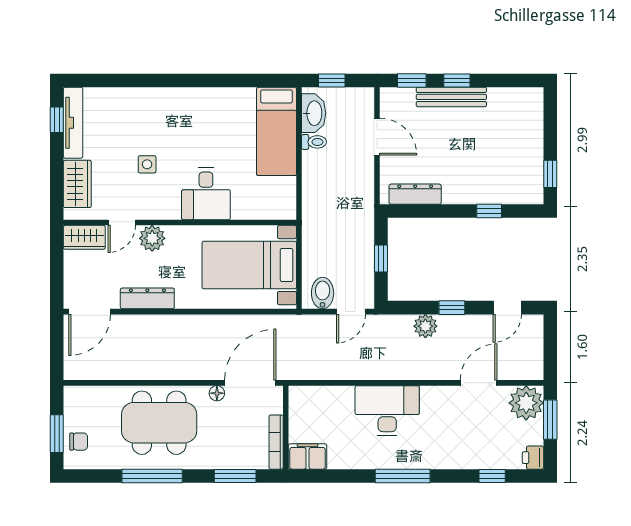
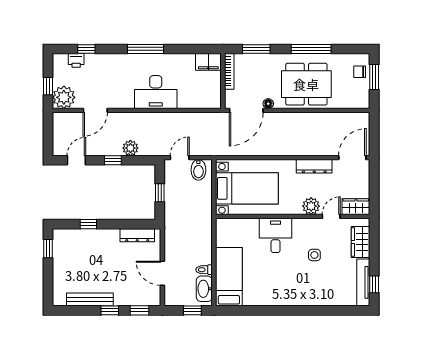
bench: (451, 97) -> (90, 299), moved
window: (550, 420) -> (48, 86), width x0.67
printer: (533, 458) -> (76, 60), moved, turned 90

